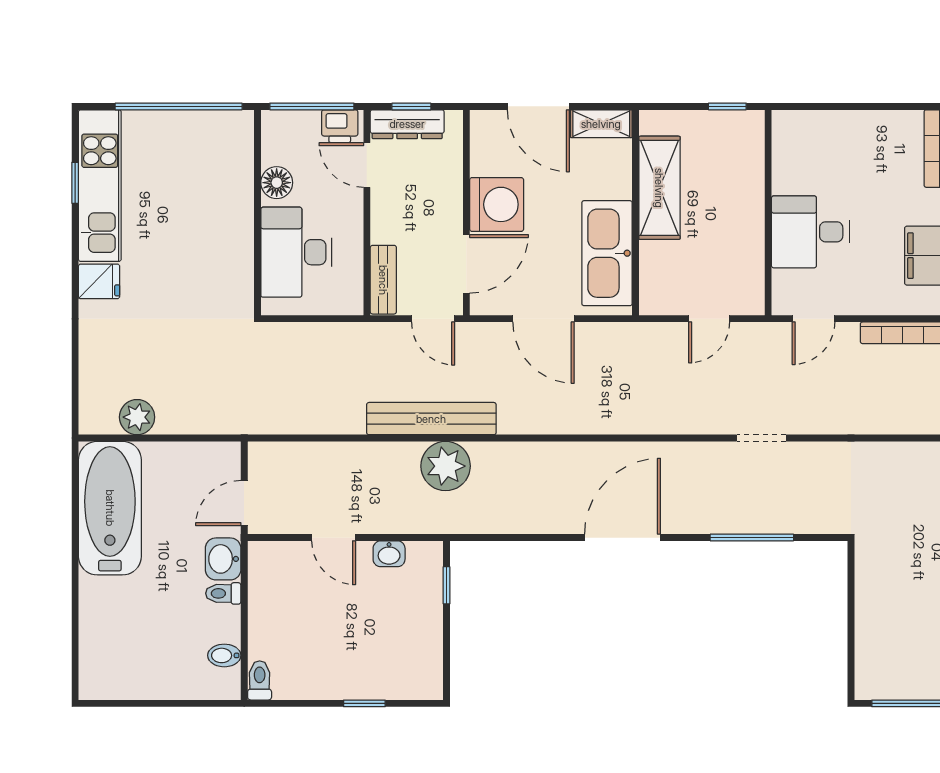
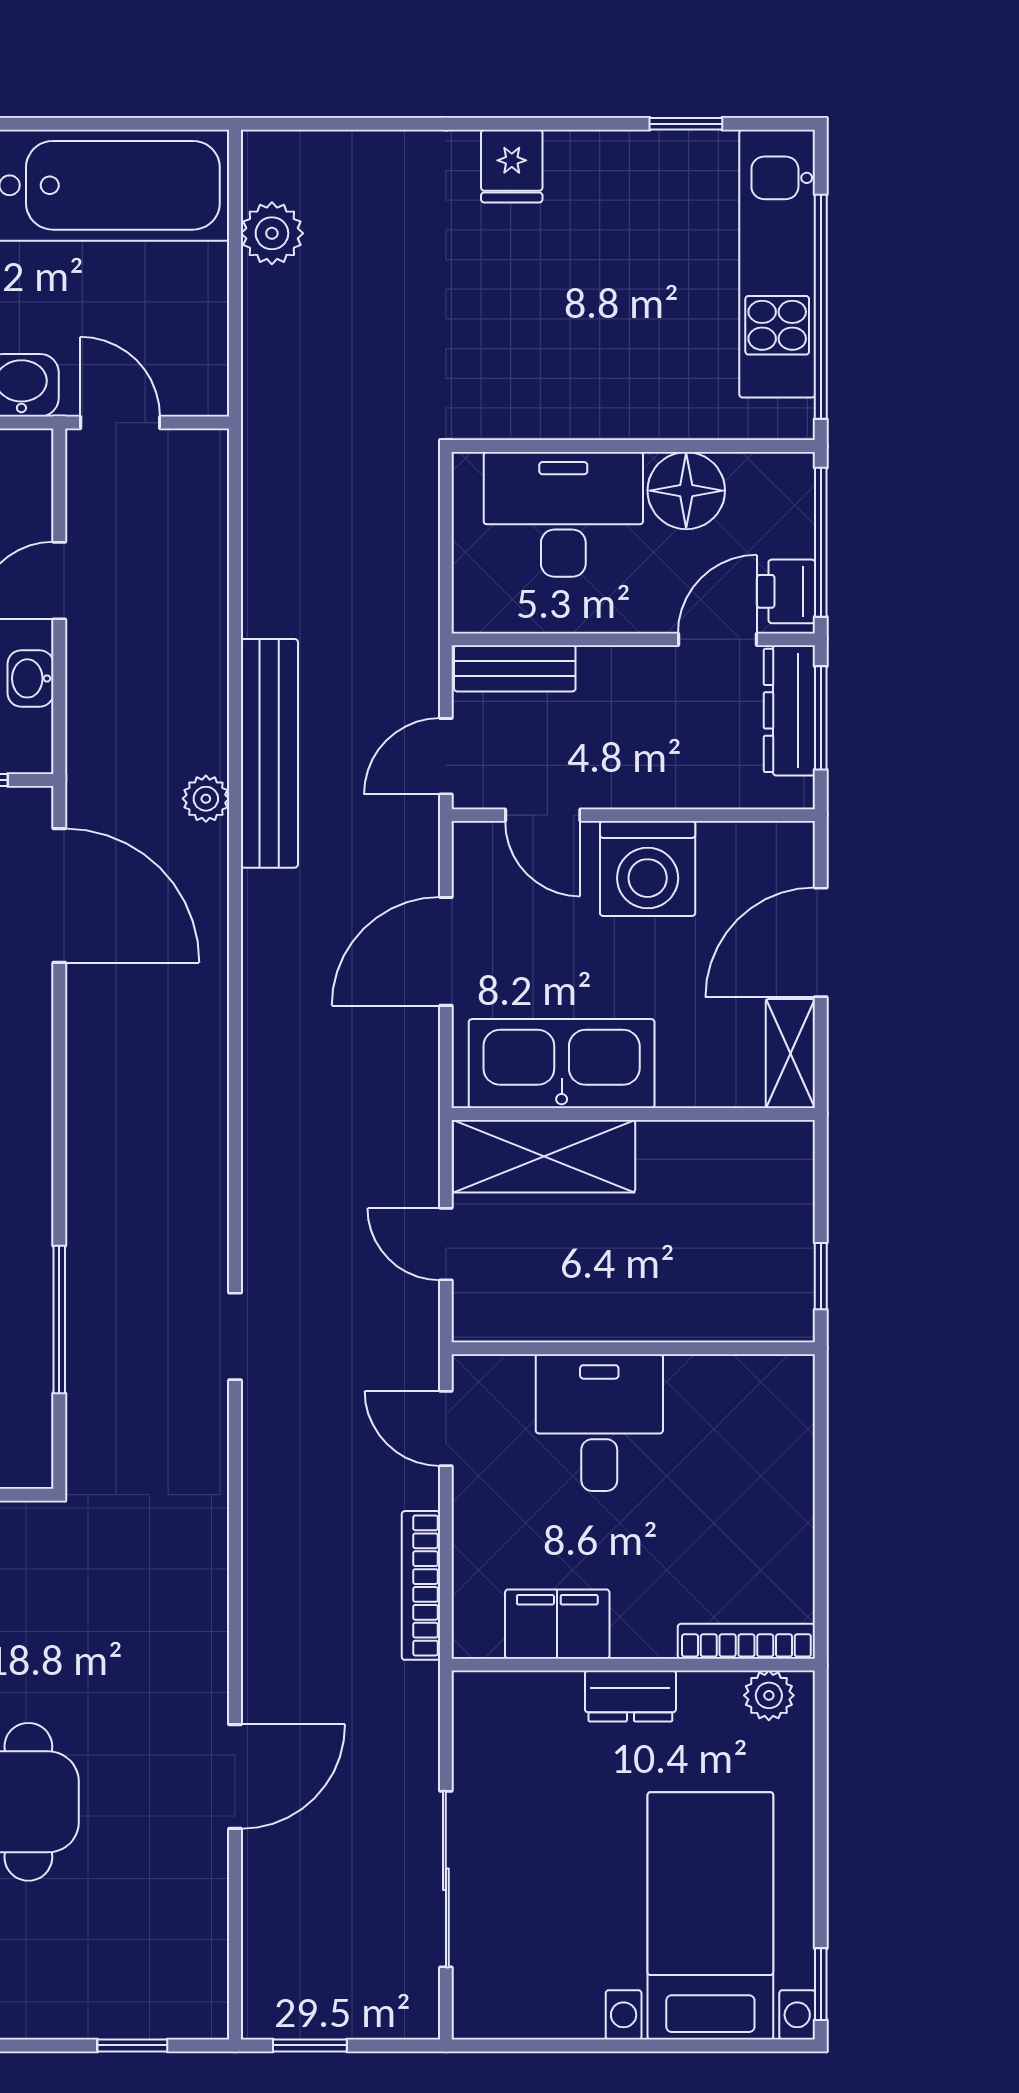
window: (411, 106) -> (821, 718), width x1.50
floor lamp: (277, 183) -> (686, 491), width x1.38, depth x1.38
kitchen unit: (100, 186) -> (777, 264), moved, turned 90
shelving: (659, 188) -> (544, 1156), moved
door: (466, 264) -> (543, 815), width x0.73
plant: (446, 466) -> (206, 799), width x0.53, depth x0.53
door: (623, 538) -> (59, 896), moved

